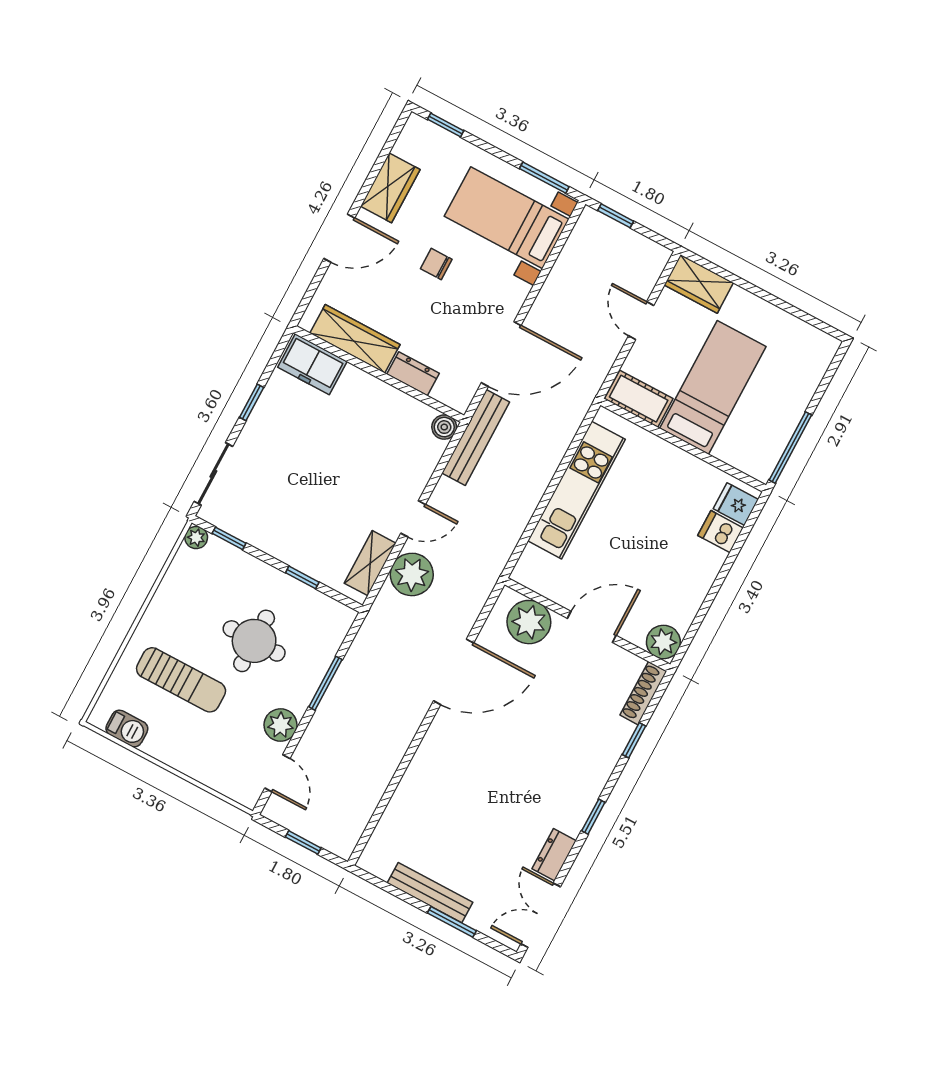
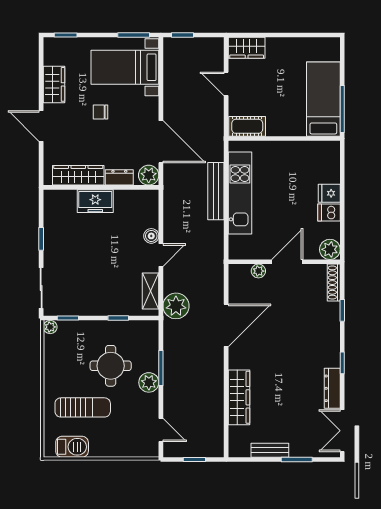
door: (339, 238) -> (41, 126), swing flipped
door: (501, 354) -> (161, 142), hinge flipped
freezer: (312, 364) -> (95, 201), moved
bed: (713, 387) -> (323, 99), moved
plant: (457, 393) -> (149, 175), added
boiler: (444, 427) -> (151, 236), moved
bench: (476, 437) -> (216, 191), moved
fridge: (736, 504) -> (329, 193), moved
dishwasher: (721, 532) -> (329, 212), moved
plant: (412, 574) -> (176, 306), moved
plant: (529, 622) -> (258, 271), width x0.53, depth x0.53
plant: (281, 725) -> (149, 382), moved
barbecue: (127, 729) -> (72, 447), width x1.38, depth x1.27
wardrobe: (416, 787) -> (239, 397), added
dresser: (554, 855) -> (332, 388), width x1.44
bench: (430, 893) -> (270, 450), width x0.73

